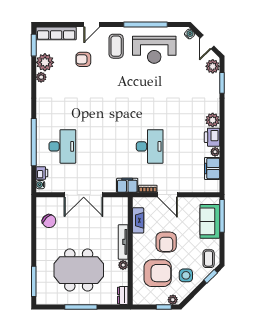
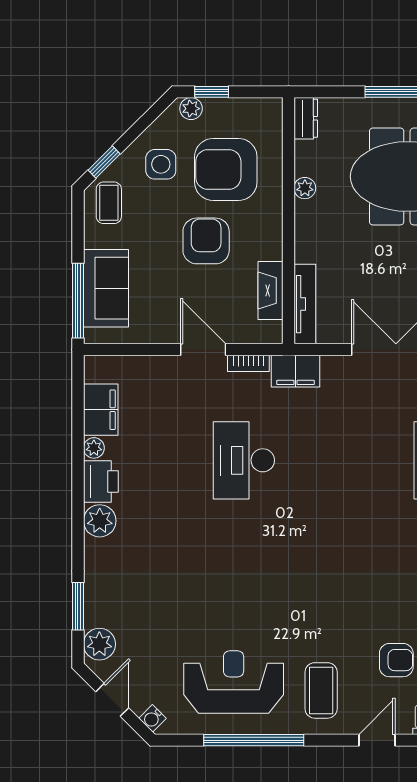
tv unit: (123, 242) -> (305, 304), moved

